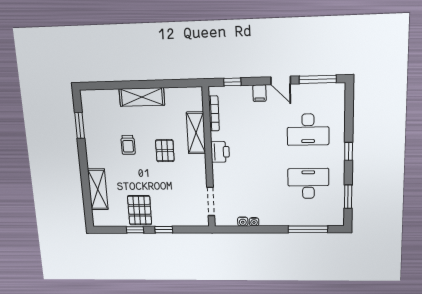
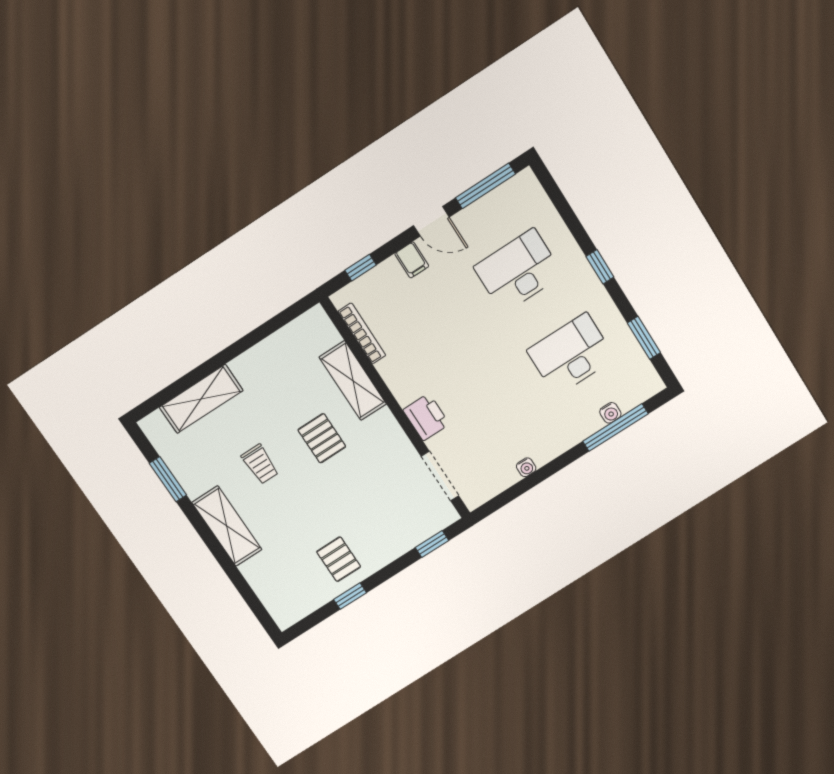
shelving: (142, 97) -> (201, 399), moved
desk: (308, 130) -> (518, 271), turned 180
printer: (220, 152) -> (426, 417), moved
shelving: (98, 189) -> (227, 526), moved
pallet: (140, 210) -> (339, 559), width x0.67, depth x0.71
water cooler: (243, 221) -> (610, 413), moved
window: (164, 230) -> (432, 544), moved

